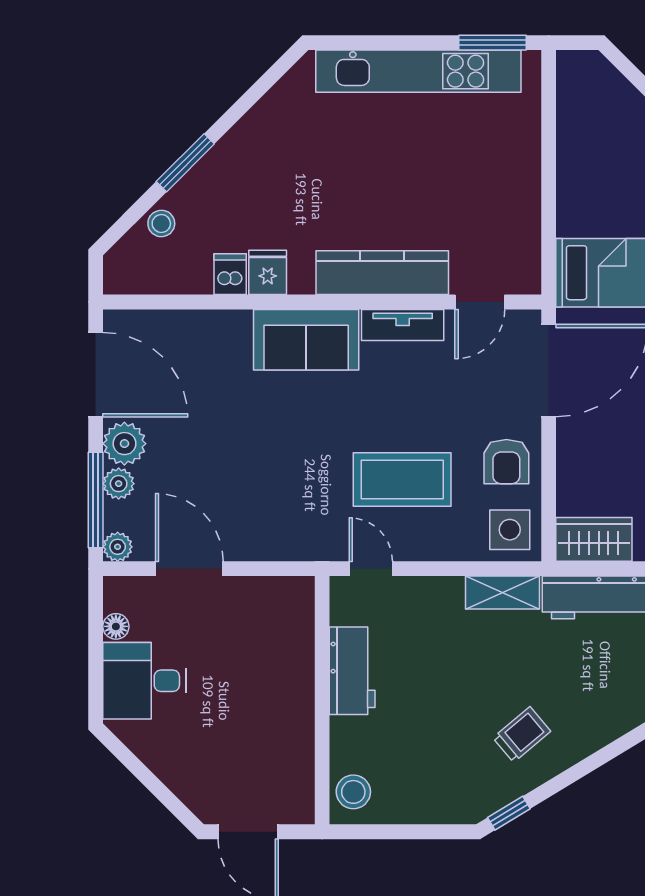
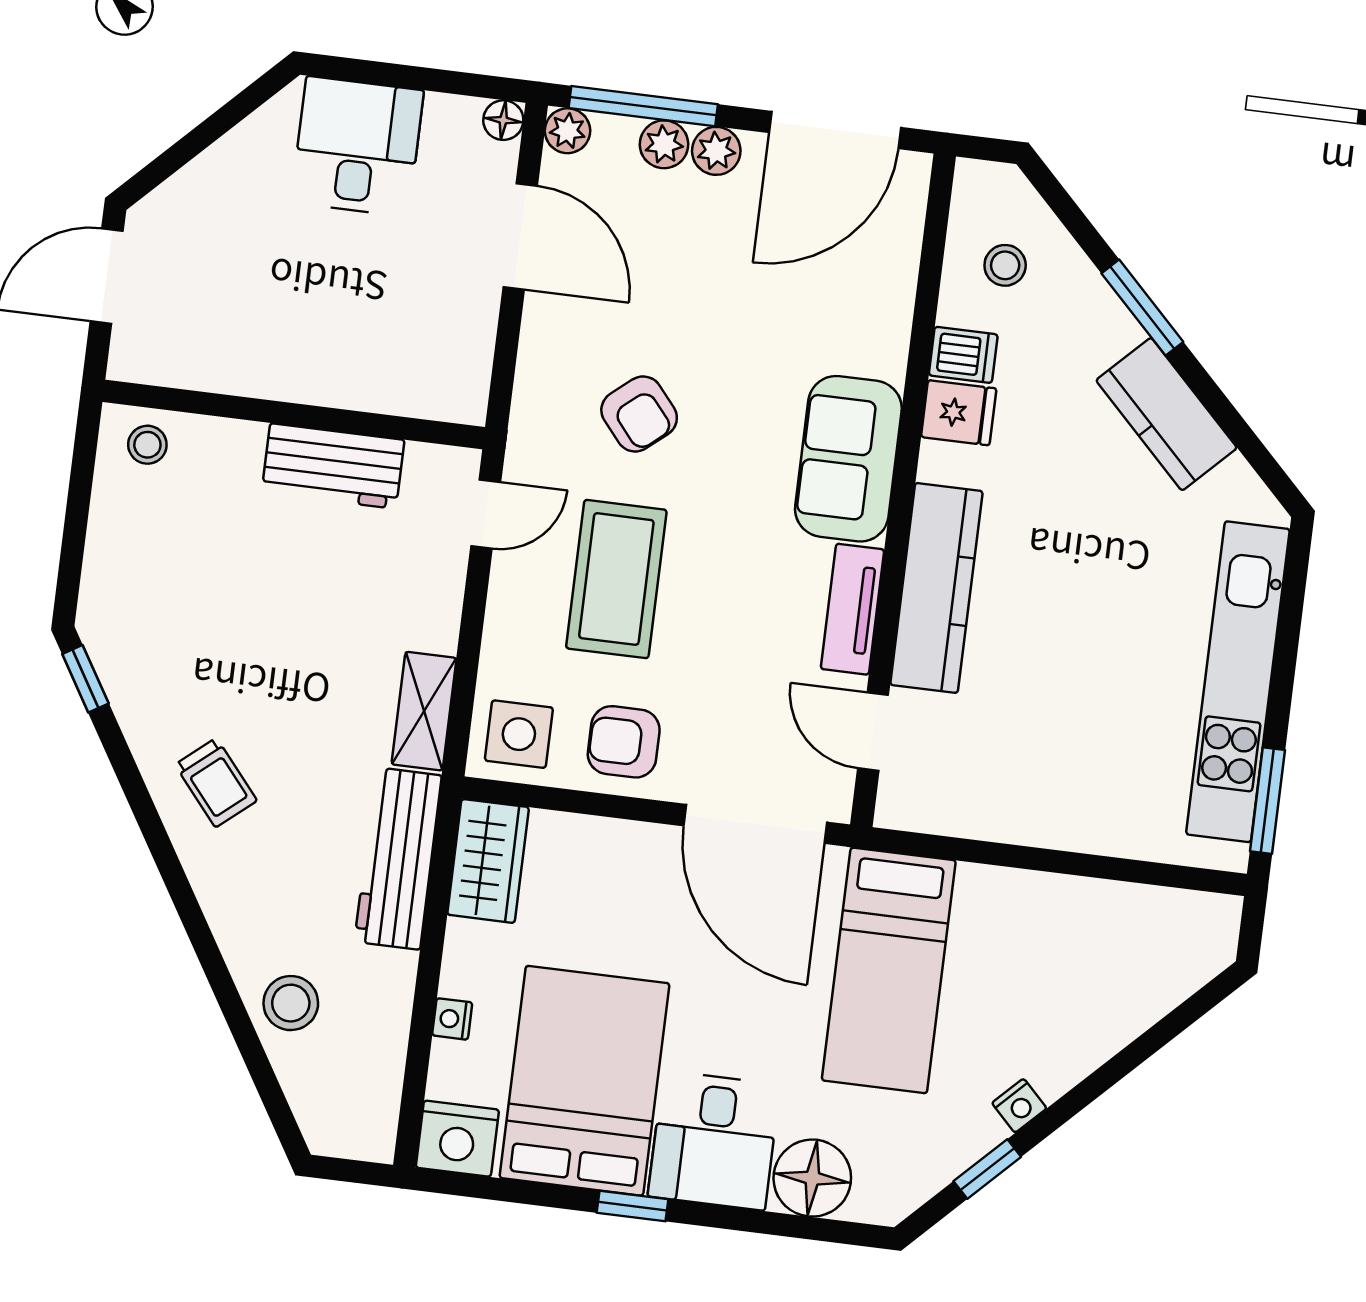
kitchen counter: (252, 139) -> (1166, 414), added
stool: (161, 223) -> (1005, 265), moved
plant: (124, 444) -> (716, 151), width x0.73, depth x0.73
armchair: (294, 478) -> (639, 414), added
door: (189, 569) -> (520, 236), hinge flipped
floor lamp: (116, 626) -> (503, 120), moved
trolley: (522, 735) -> (216, 783), moved
stool: (353, 792) -> (147, 445), width x0.73, depth x0.73

